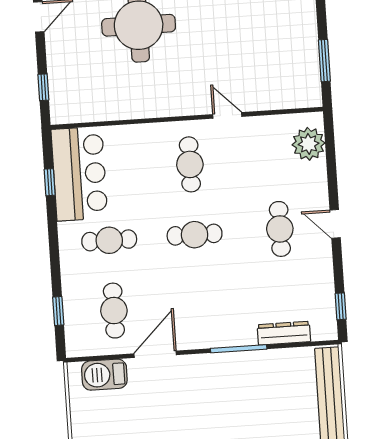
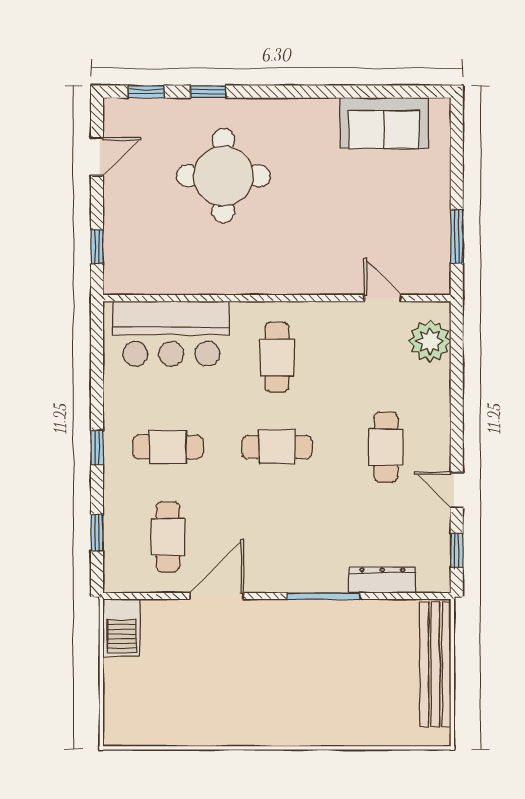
door: (227, 115) -> (383, 298), moved
bar counter: (79, 174) -> (171, 334), moved, turned 90
window: (50, 182) -> (97, 447), moved
door: (335, 224) -> (457, 490), moved
barbecue: (104, 375) -> (122, 628), moved, turned -90

